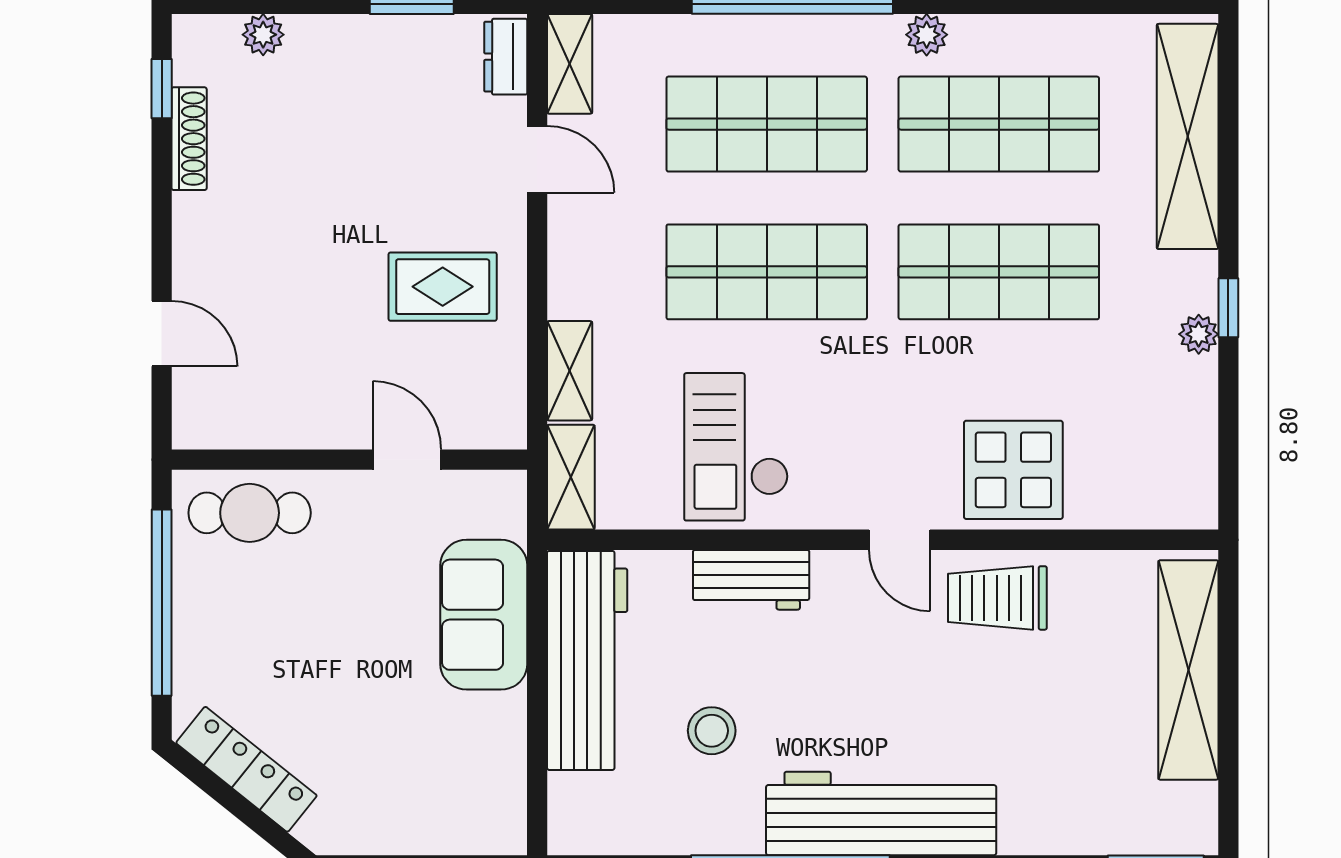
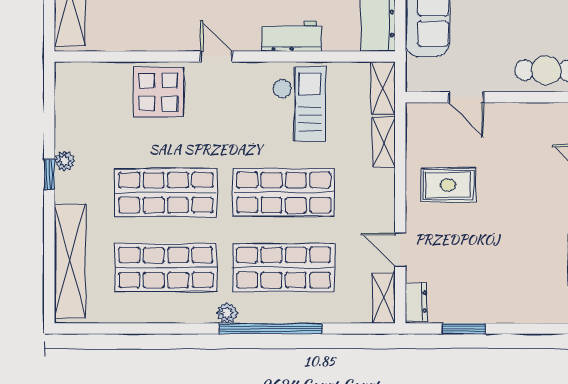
plant: (263, 35) -> (539, 313), removed
plant: (927, 35) -> (227, 313), moved
trolley: (997, 598) -> (167, 27), removed

